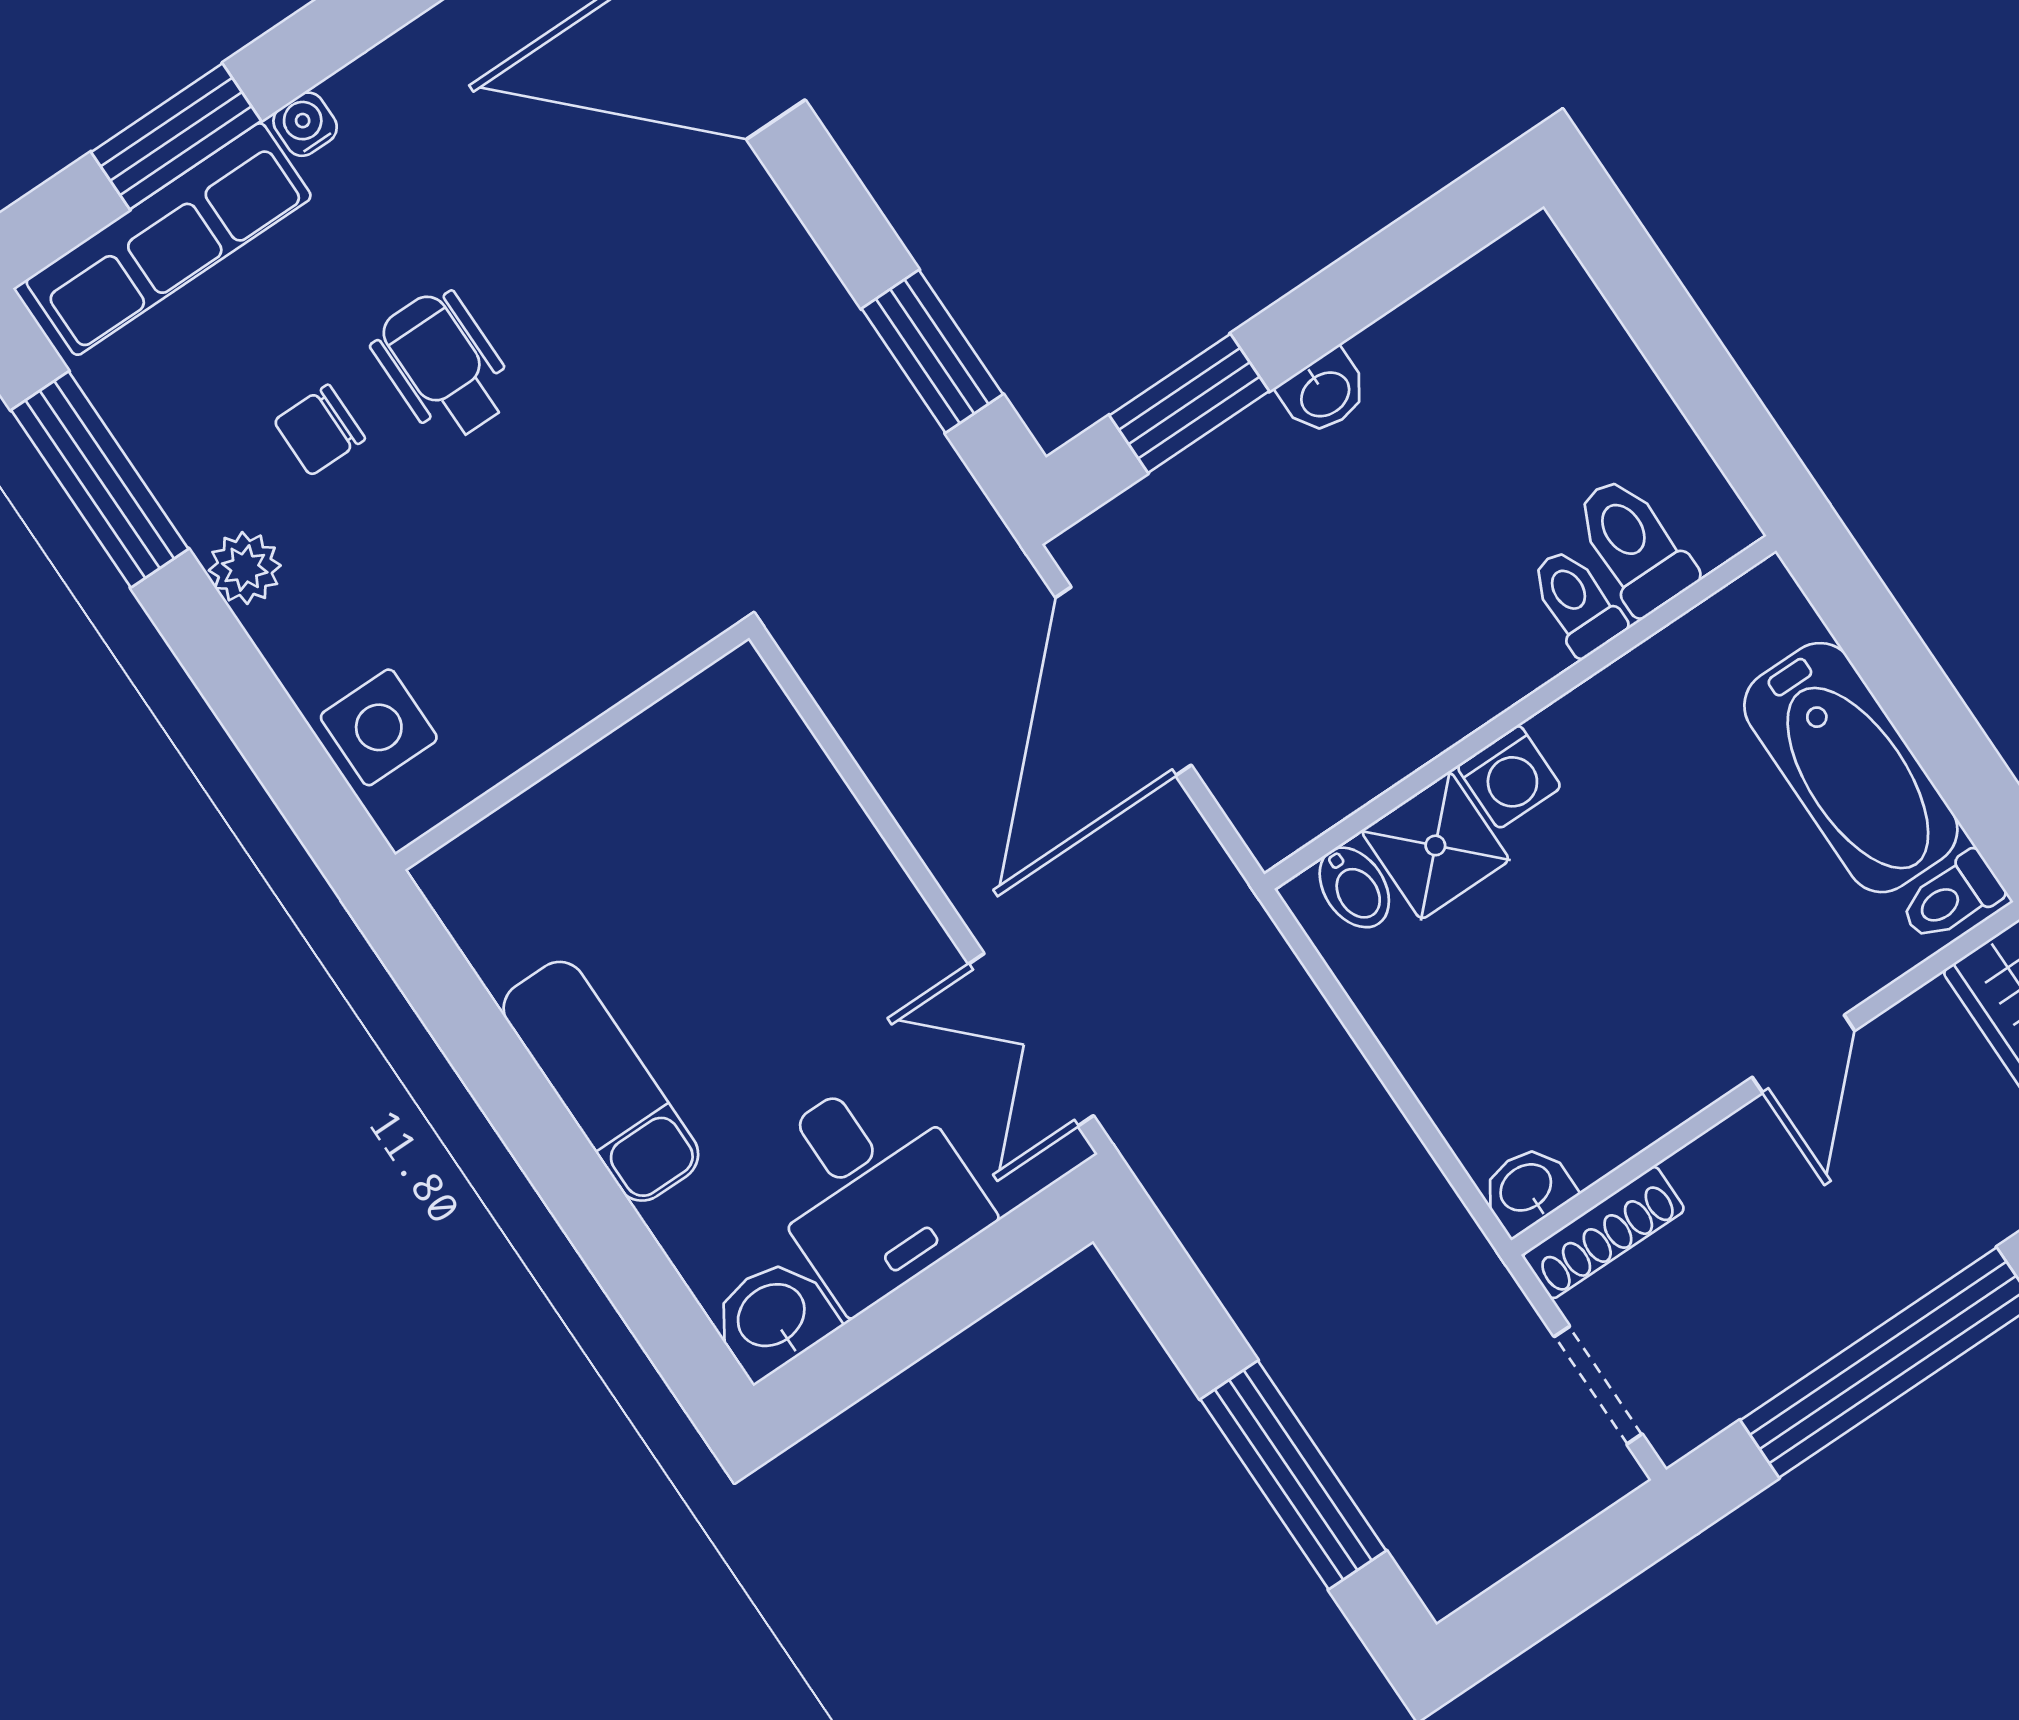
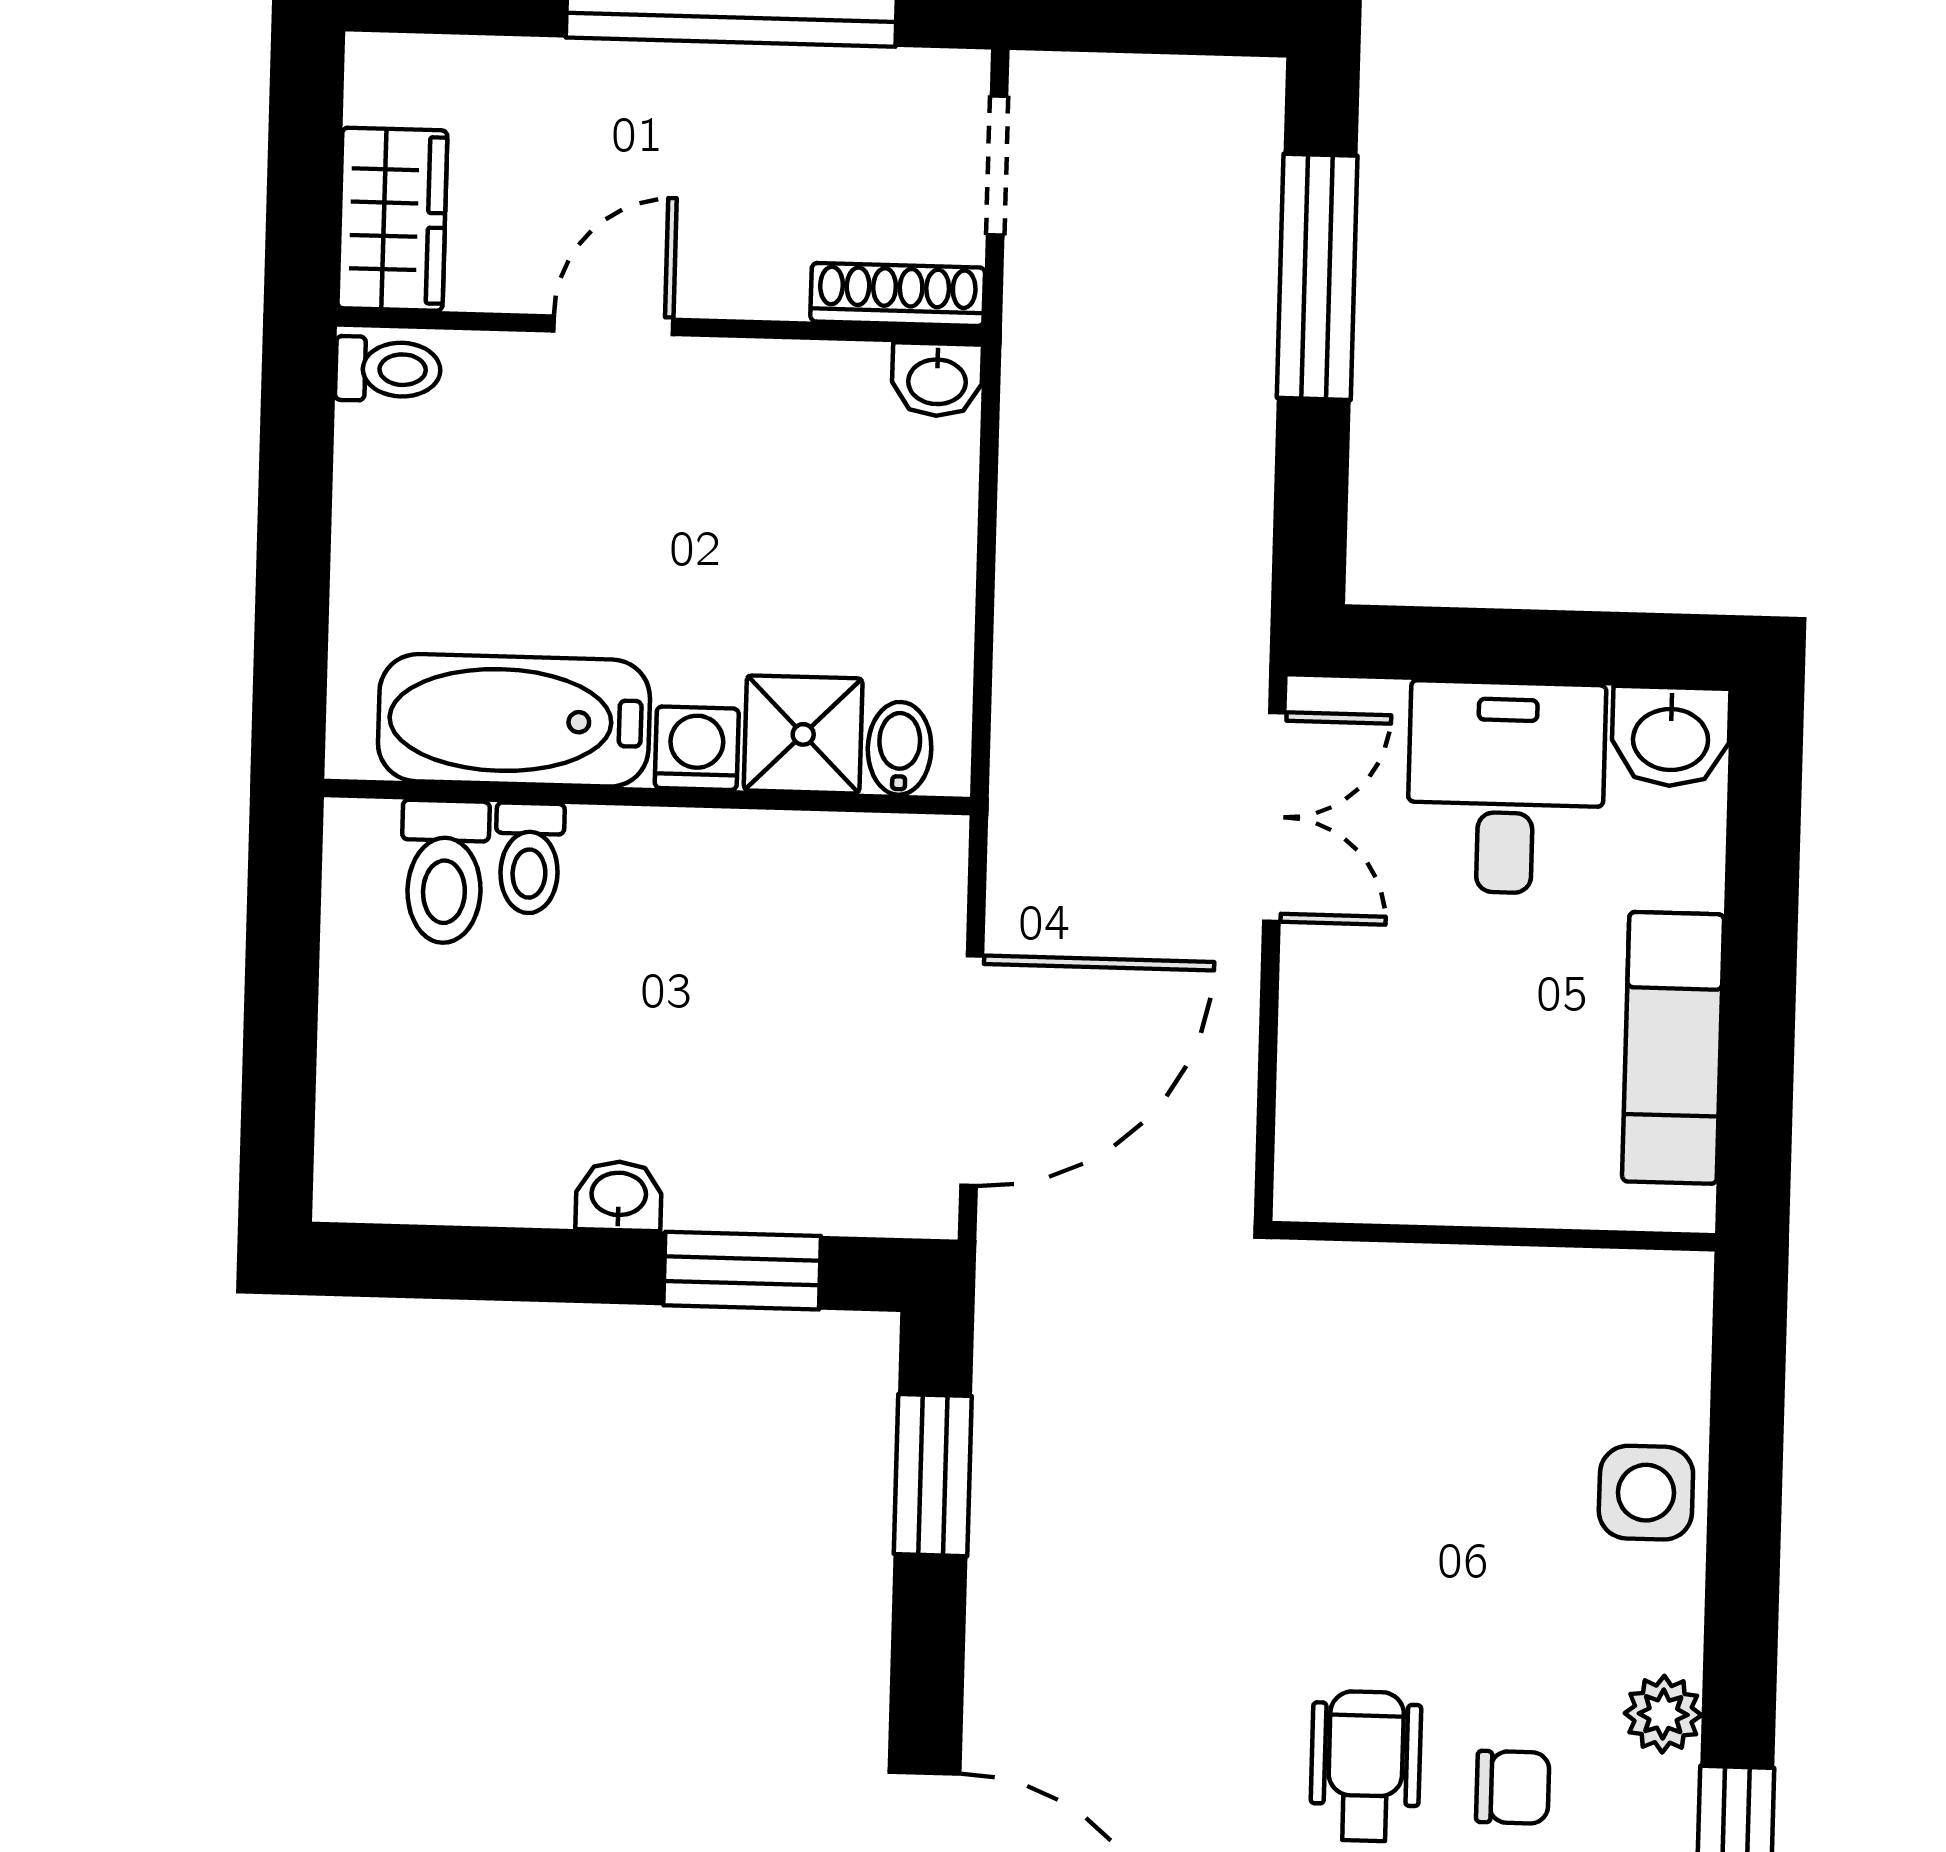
wheelchair: (443, 366) -> (1366, 1766), turned 180
wall: (572, 746) -> (1493, 1236), moved
bathtub: (1851, 768) -> (514, 720), moved, turned -90

